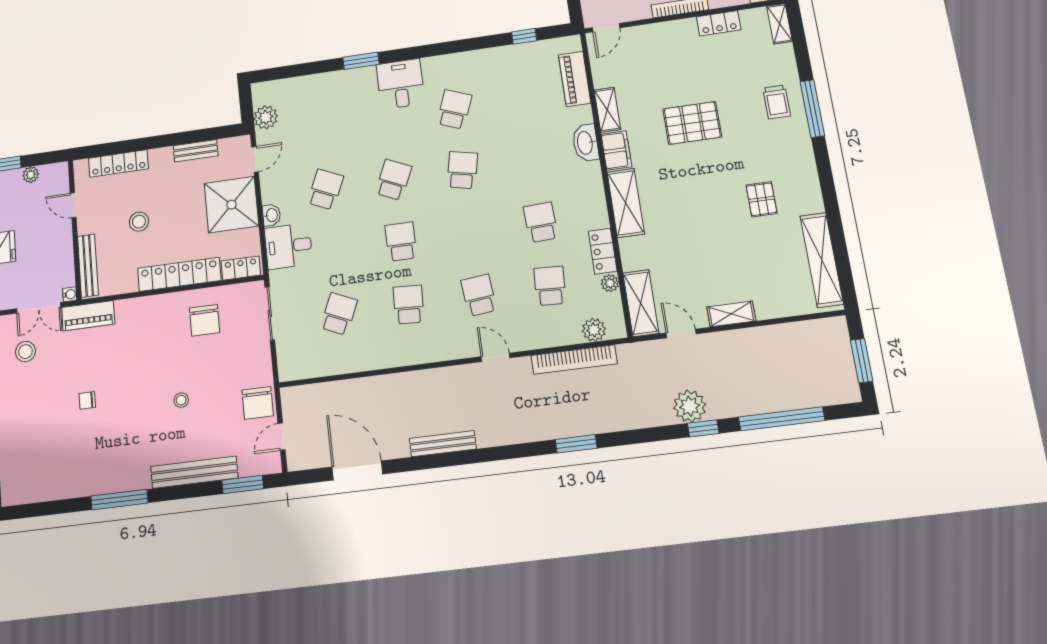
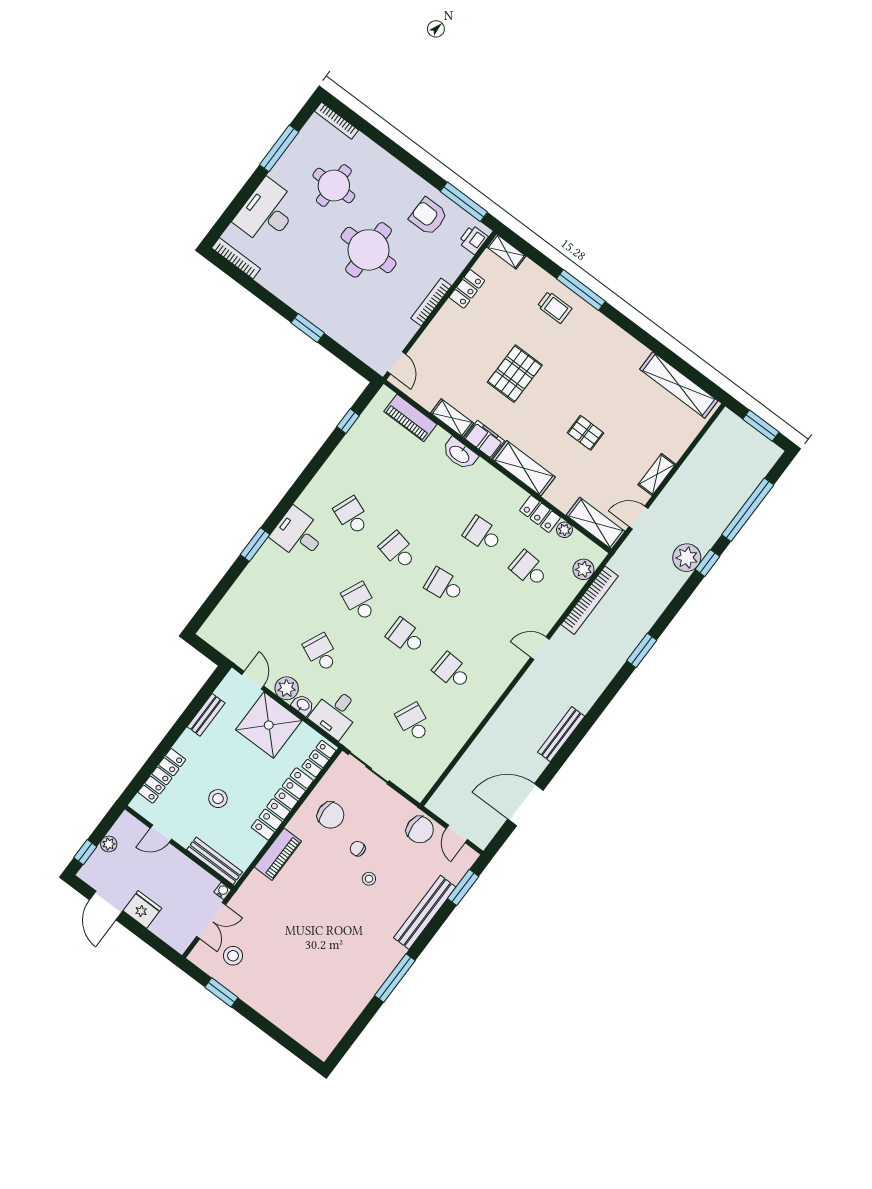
plant: (266, 117) -> (287, 688), moved
pallet: (762, 199) -> (585, 433), moved
school desk: (479, 295) -> (444, 585), moved
piano: (88, 316) -> (278, 854), moved
chair: (87, 400) -> (358, 849), moved, turned 90

